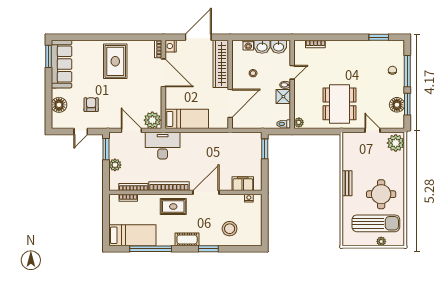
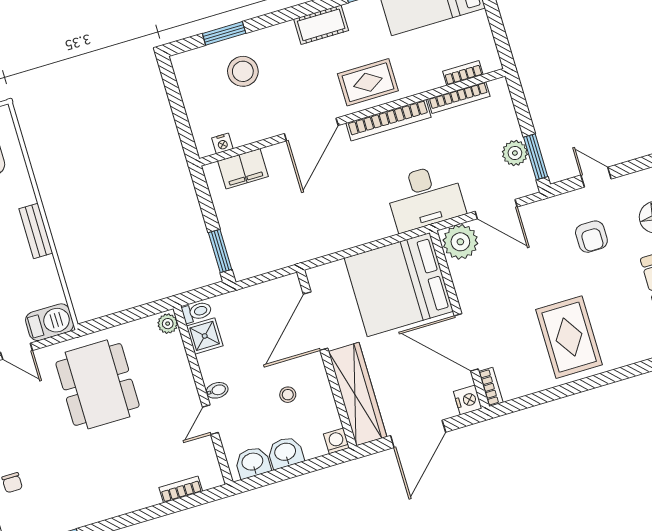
washing machine: (248, 45) -> (336, 441), moved
shower: (283, 97) -> (205, 336), moved
bed: (187, 119) -> (399, 285), width x2.04
door: (81, 132) -> (596, 177), hinge flipped
barbecue: (353, 139) -> (50, 322), added
plant: (115, 165) -> (515, 153), moved
window: (208, 249) -> (224, 33), moved

